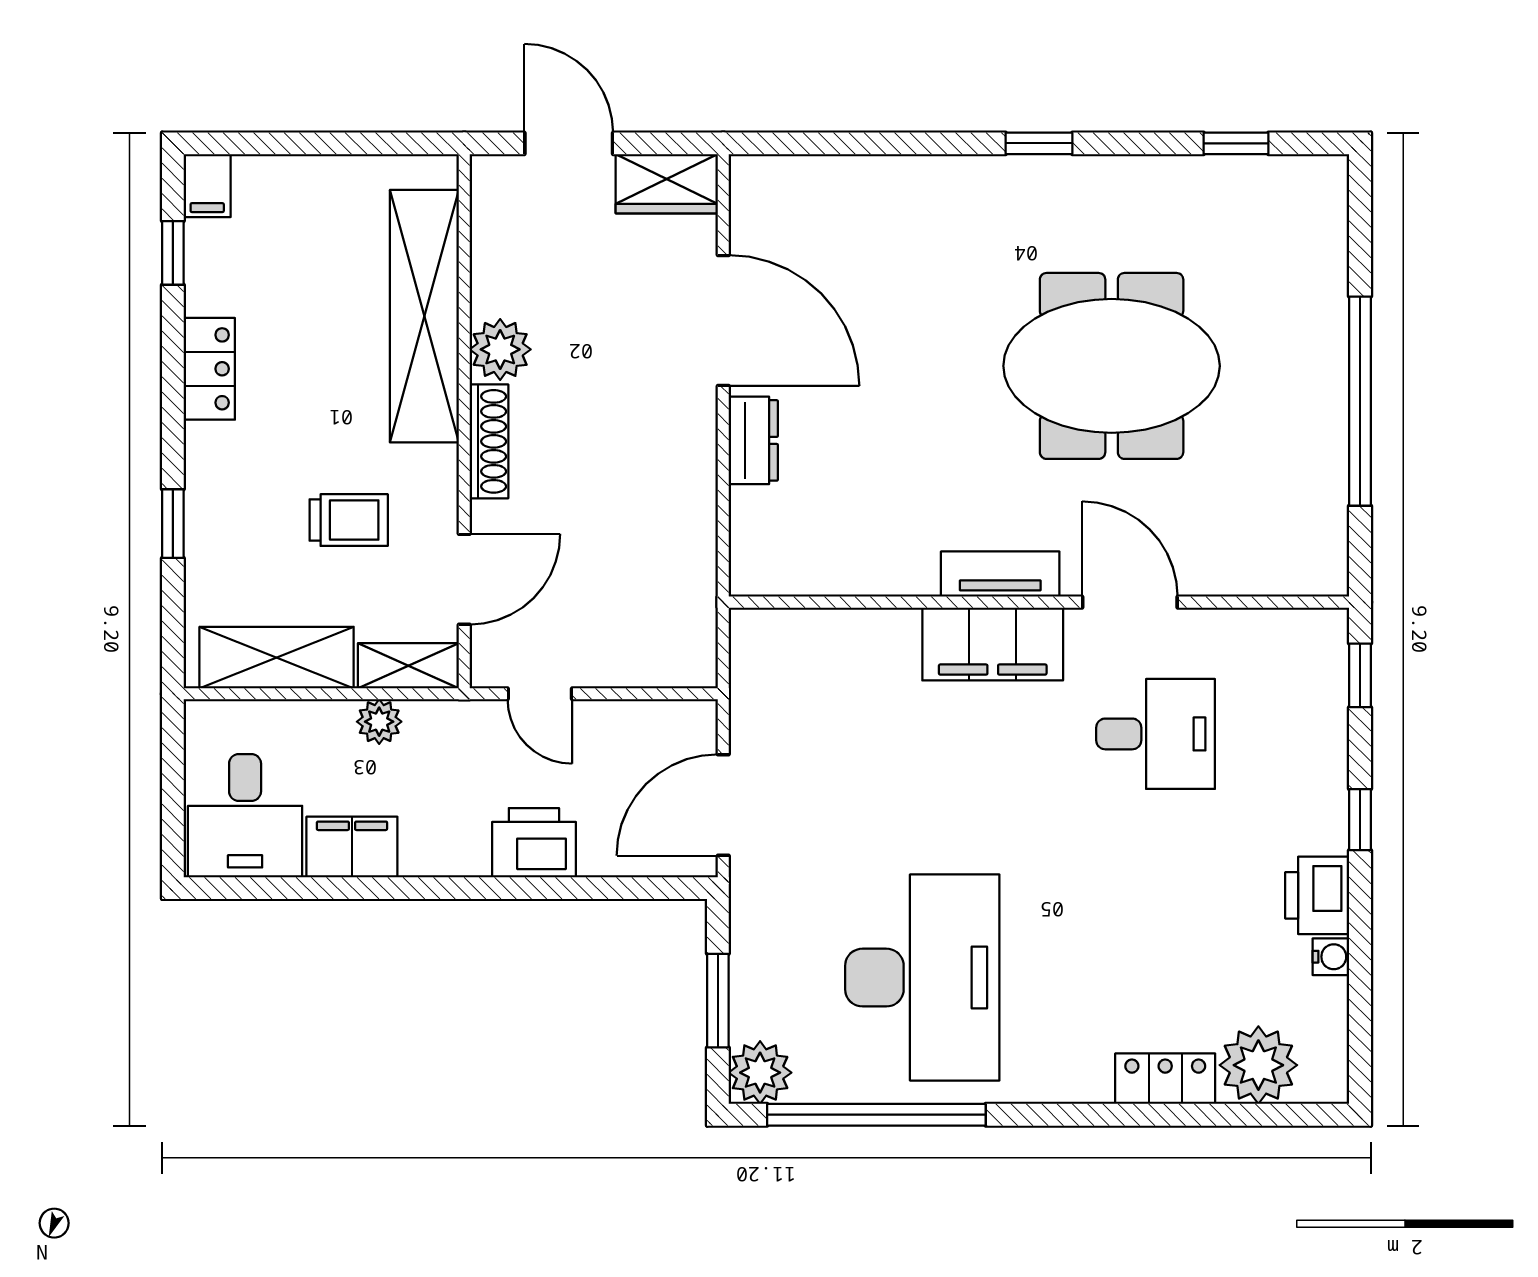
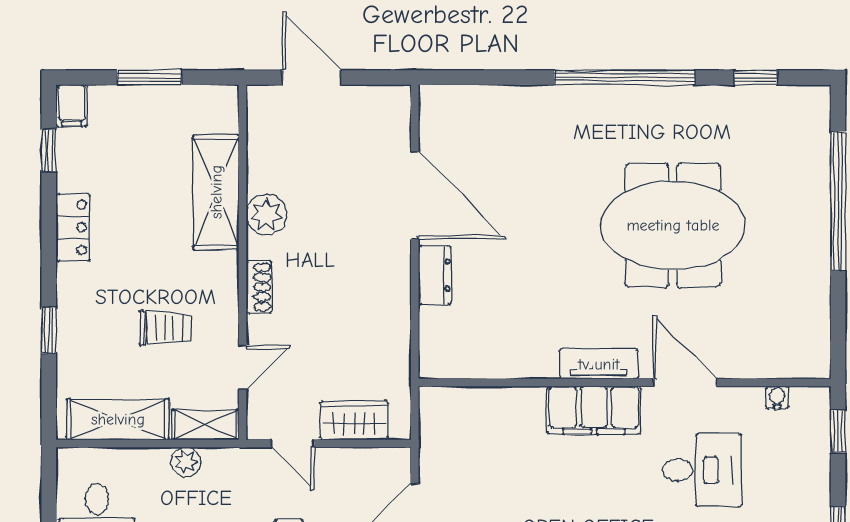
window: (324, 143) -> (149, 78), added
window: (1039, 143) -> (625, 78), width x3.17
wardrobe: (667, 184) -> (354, 420), moved, turned 180
shelving: (424, 316) -> (216, 192), width x0.68
window: (1360, 401) -> (838, 201), moved
shoe rack: (489, 441) -> (259, 287), width x0.70
door: (464, 579) -> (243, 367), width x0.73
water cooler: (1268, 625) -> (777, 397), added

